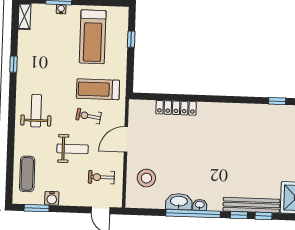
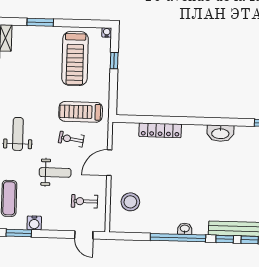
water cooler: (61, 9) -> (107, 32), moved
washbasin: (179, 202) -> (220, 133), moved, turned 180

